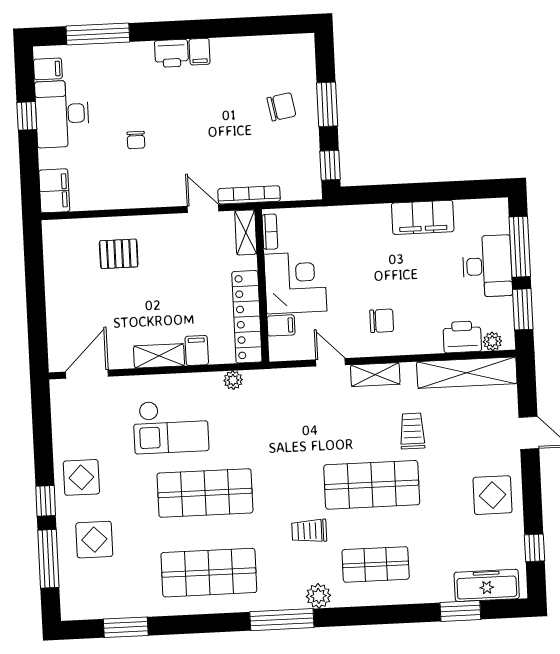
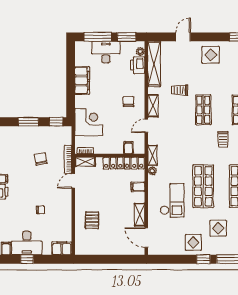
chair: (281, 107) -> (41, 159), moved
corner desk: (295, 283) -> (89, 122), moved, turned 90
shelving: (159, 356) -> (140, 215), moved
shelving: (267, 379) -> (153, 155), added
shop shelf: (372, 485) -> (203, 110), width x0.70, depth x0.74
display table: (94, 540) -> (218, 228), moved

